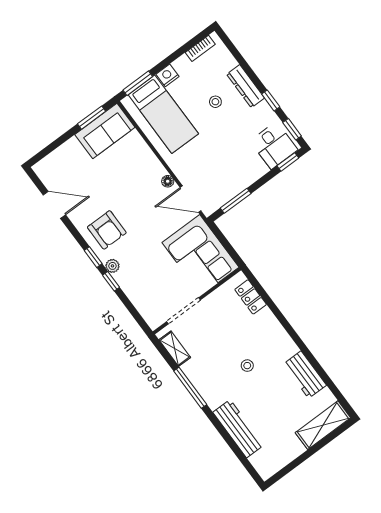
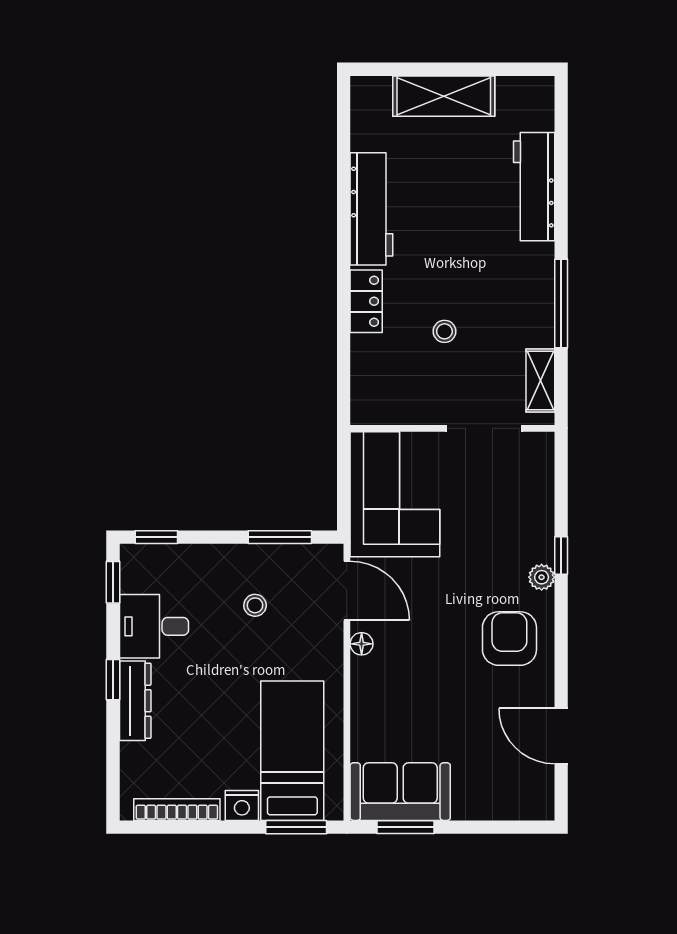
bookcase: (200, 48) -> (177, 810), width x1.56
window: (271, 100) -> (113, 680), moved
stool: (215, 102) -> (255, 605), moved
desk: (274, 145) -> (154, 626), moved, turned -90
window: (93, 257) -> (561, 613), removed
locker: (251, 297) -> (366, 301), moved
stool: (247, 366) -> (444, 331), moved
workbench: (305, 375) -> (371, 209), width x1.38
shelving: (323, 425) -> (444, 96), moved

